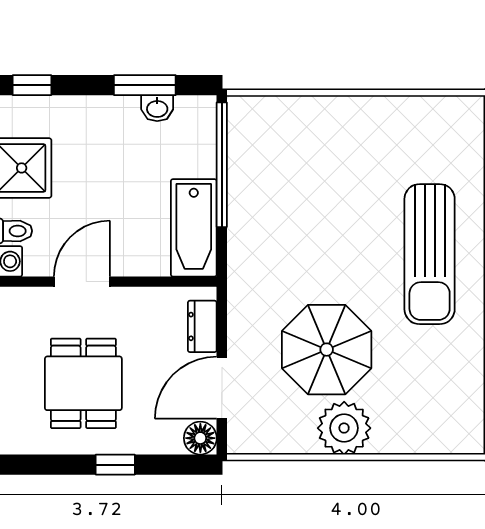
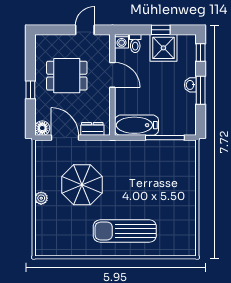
window: (145, 85) -> (201, 90), moved
washbasin: (157, 108) -> (190, 85), moved
window: (222, 165) -> (165, 138), width x0.68
plant: (344, 428) -> (41, 198), width x0.53, depth x0.53

